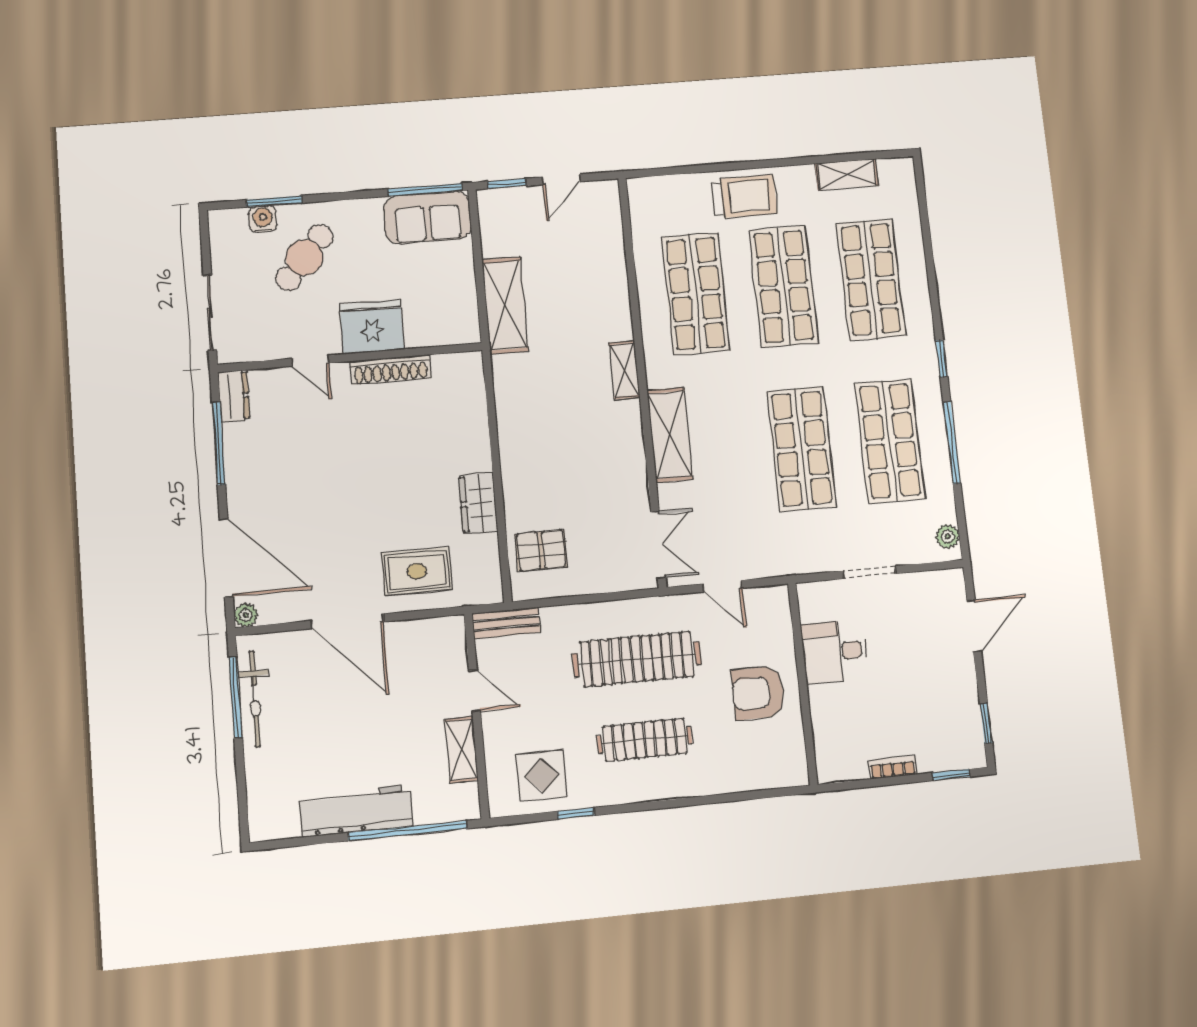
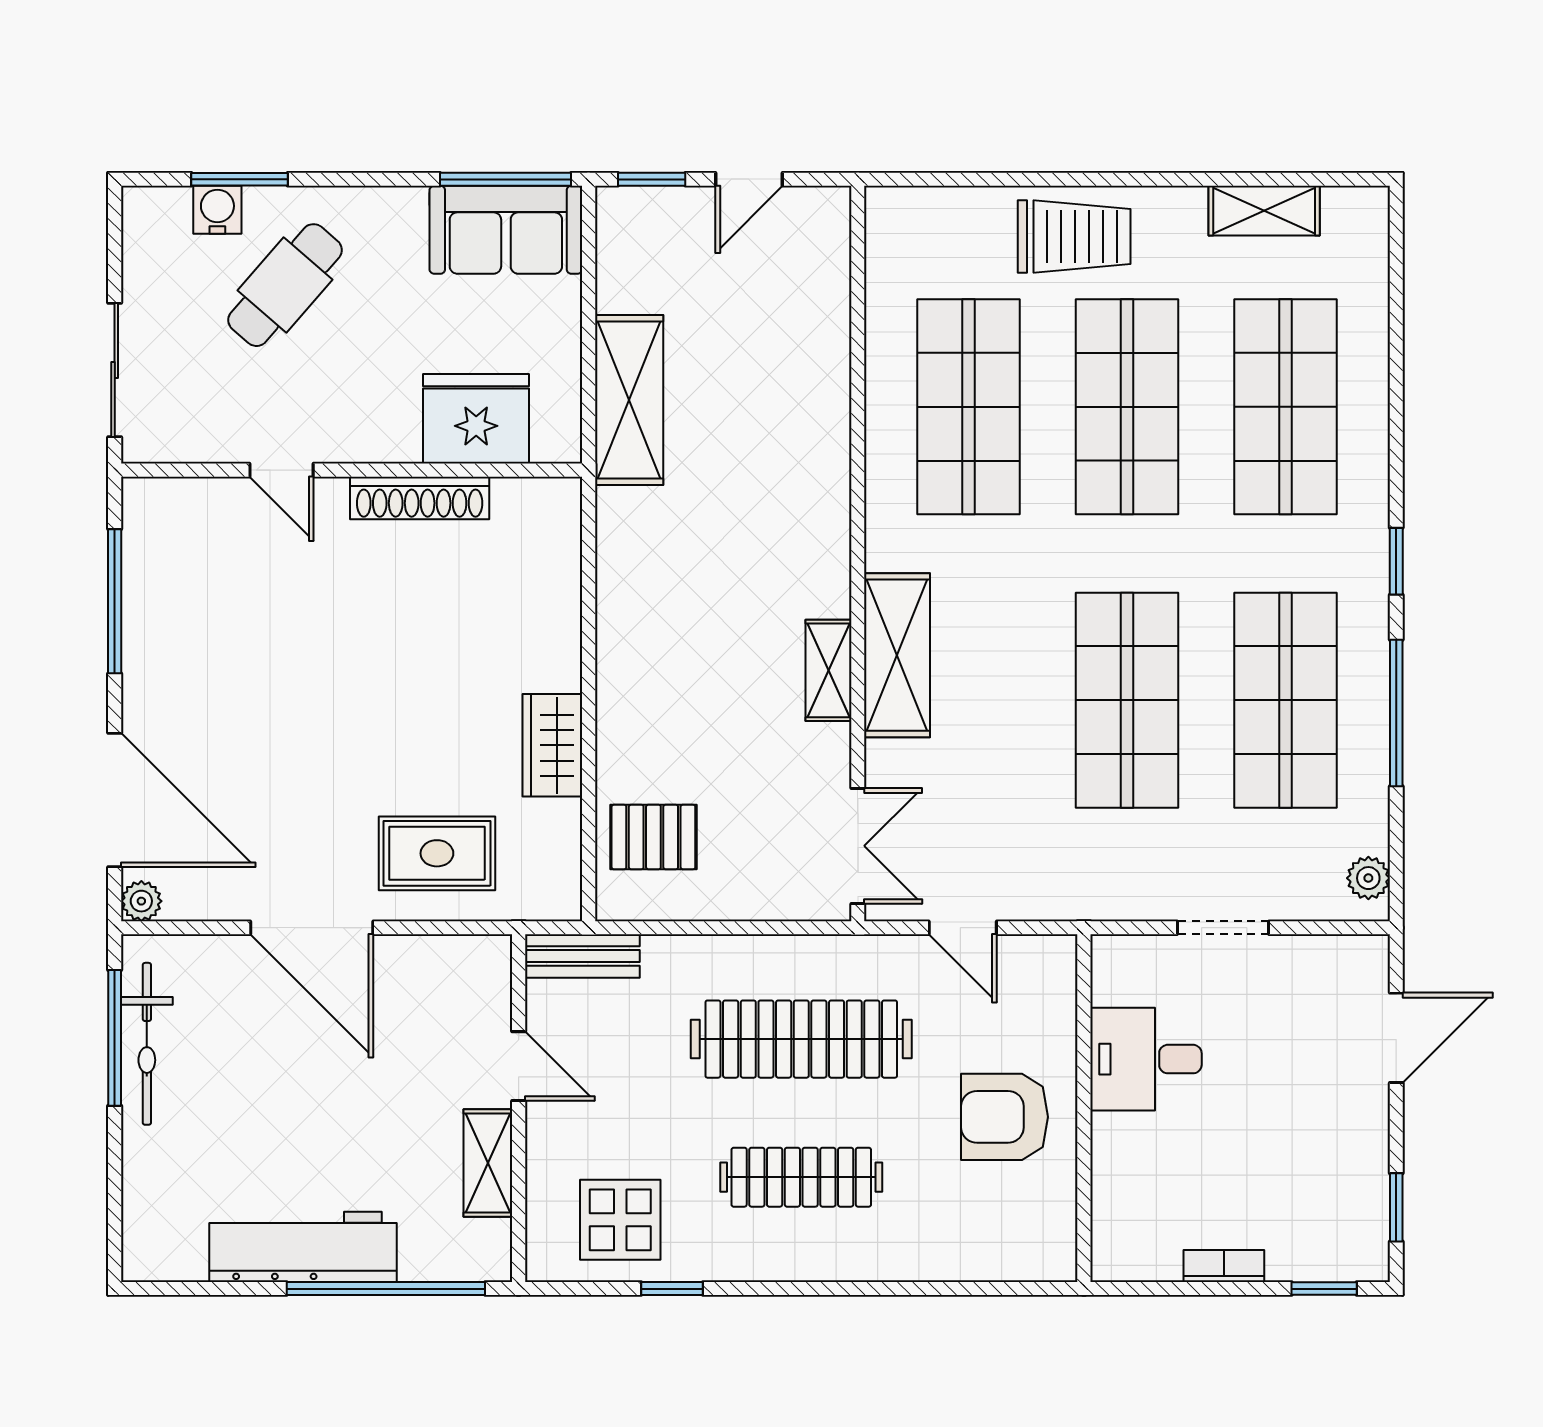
fridge: (372, 327) -> (476, 419), moved
shelving: (624, 370) -> (828, 670), moved
dresser: (234, 396) -> (146, 521), removed

